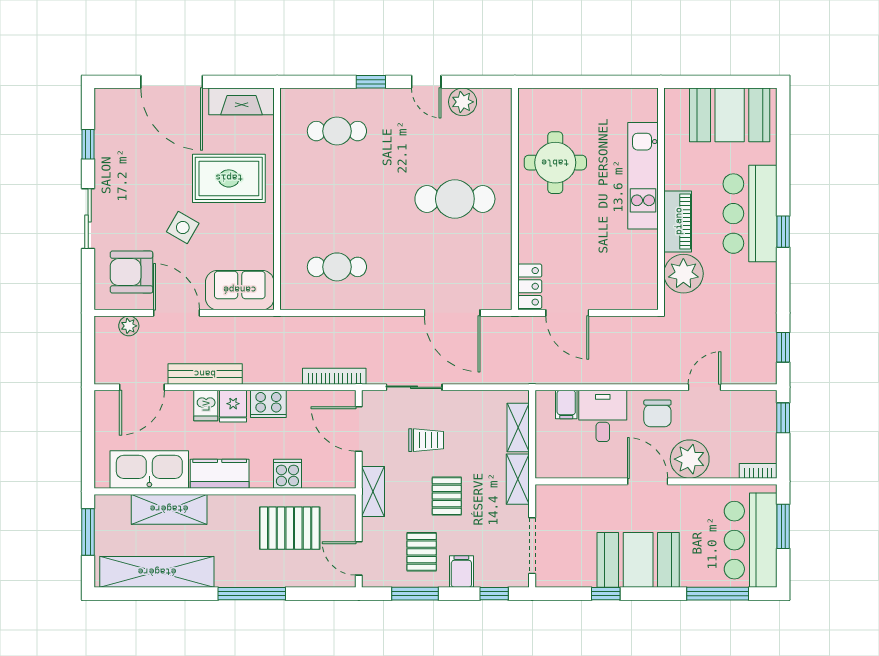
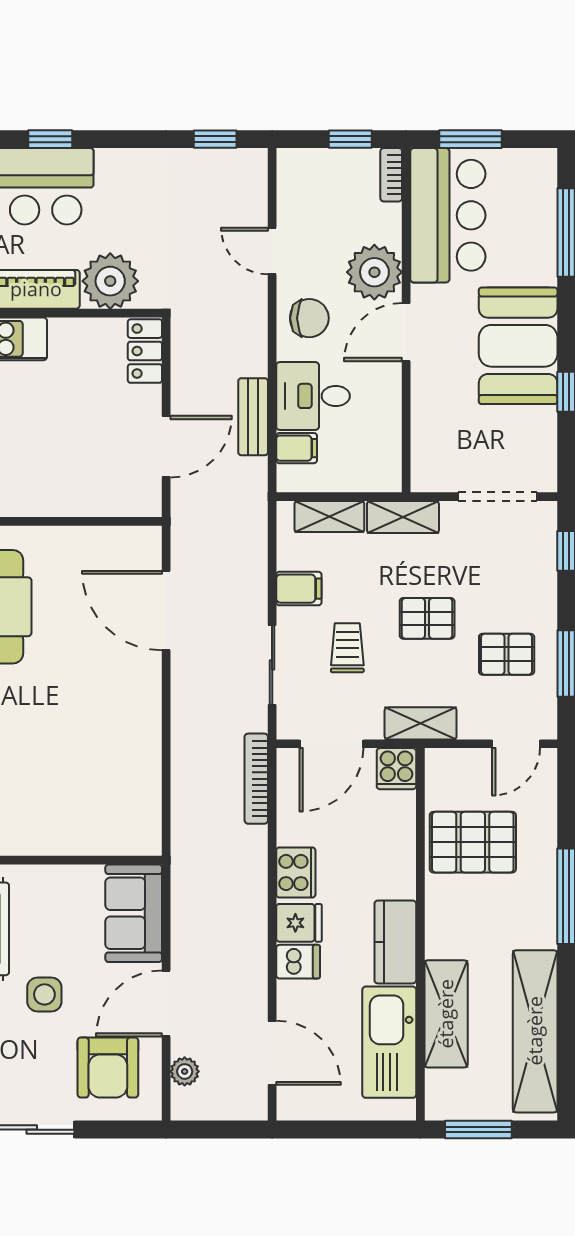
side table: (183, 227) -> (44, 994), turned -30
cafe table: (337, 267) -> (101, 775), removed
locker: (530, 286) -> (145, 351), moved, turned -90
door: (452, 313) -> (166, 611), swing flipped
bench: (205, 374) -> (253, 417), moved, width x0.73
window: (783, 418) -> (350, 139), moved
cooker: (287, 474) -> (396, 769), moved, turned -90
pallet: (290, 528) -> (473, 842), turned 90
bar counter: (751, 540) -> (448, 215), moved, turned -90
filing cabinet: (461, 572) -> (299, 589), moved, turned 180

